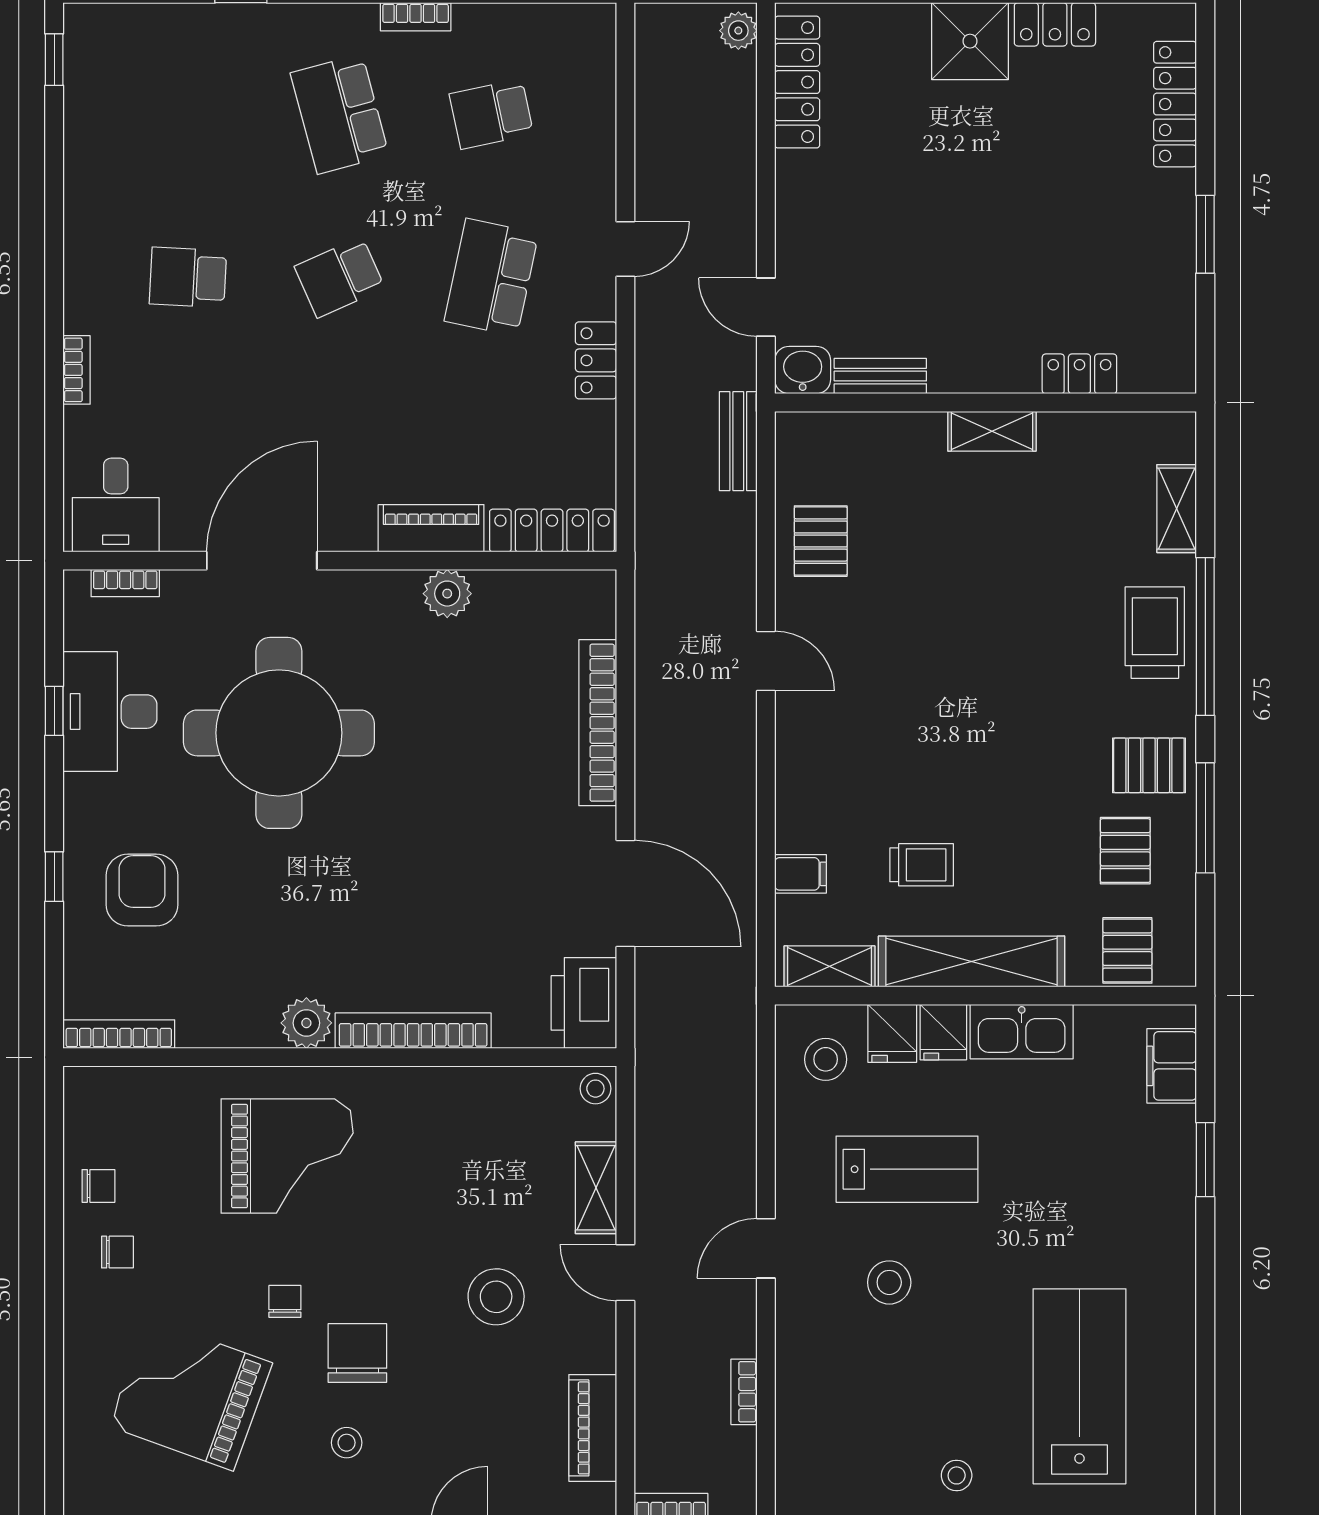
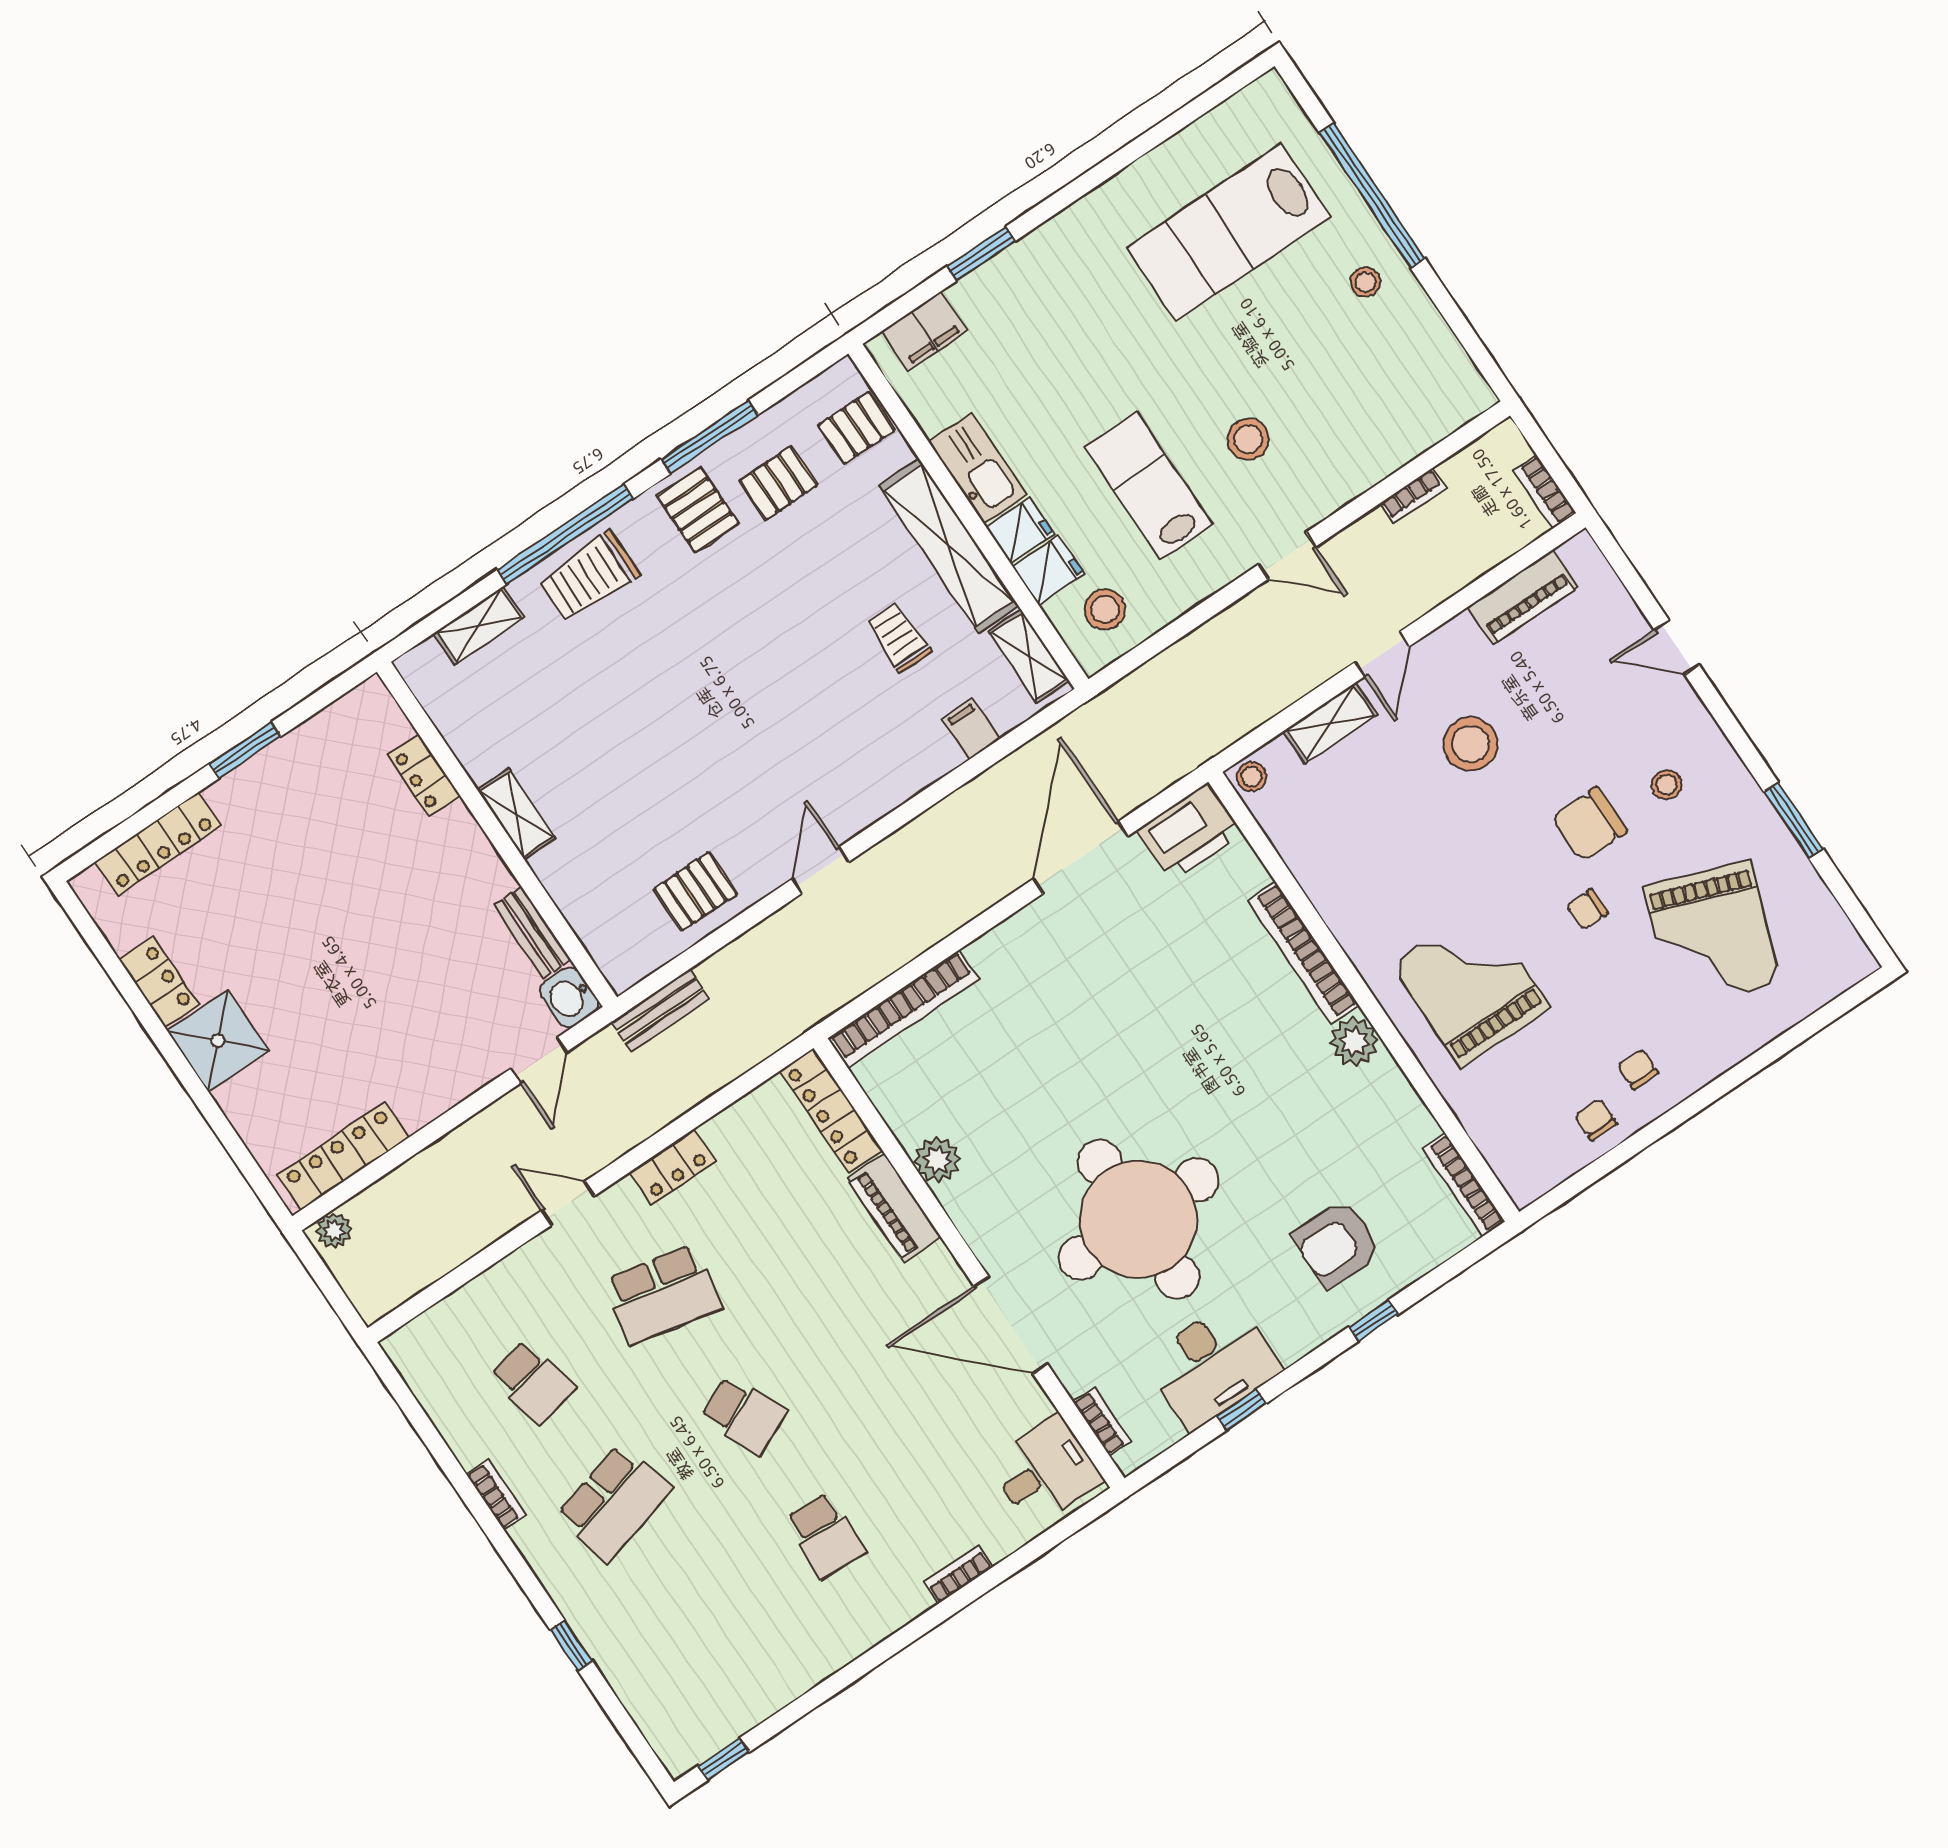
bookcase: (598, 723) -> (904, 1009), moved

